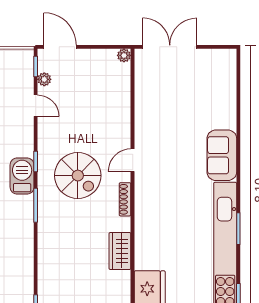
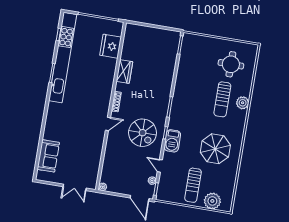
double door: (170, 47) -> (75, 187), width x0.73
sofa: (222, 155) -> (48, 156), moved
barbecue: (22, 176) -> (172, 141), moved
spiral stairs: (78, 176) -> (143, 133), moved, turned 180

